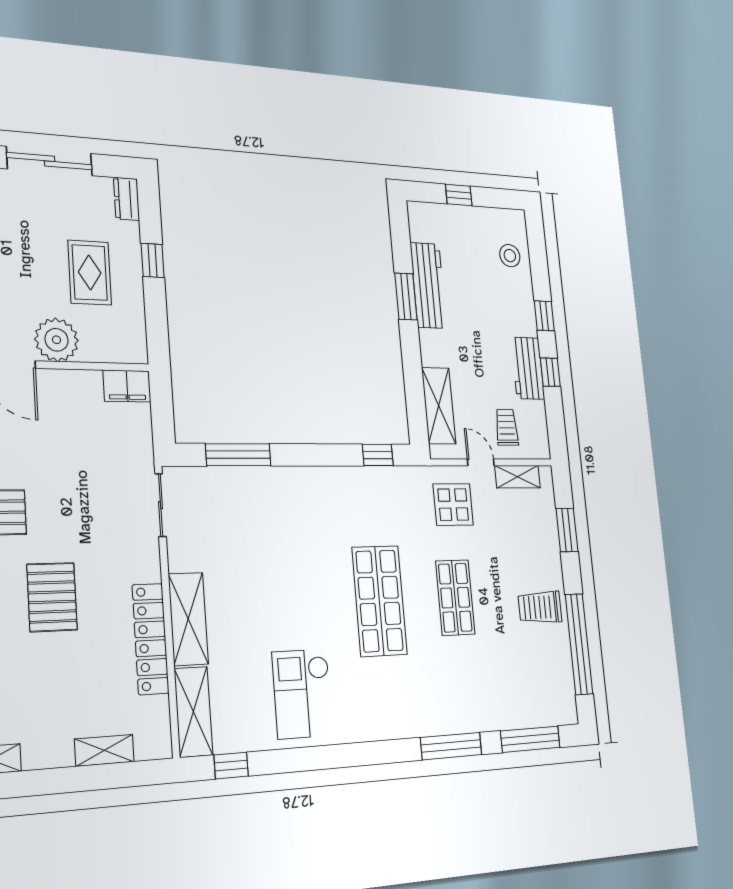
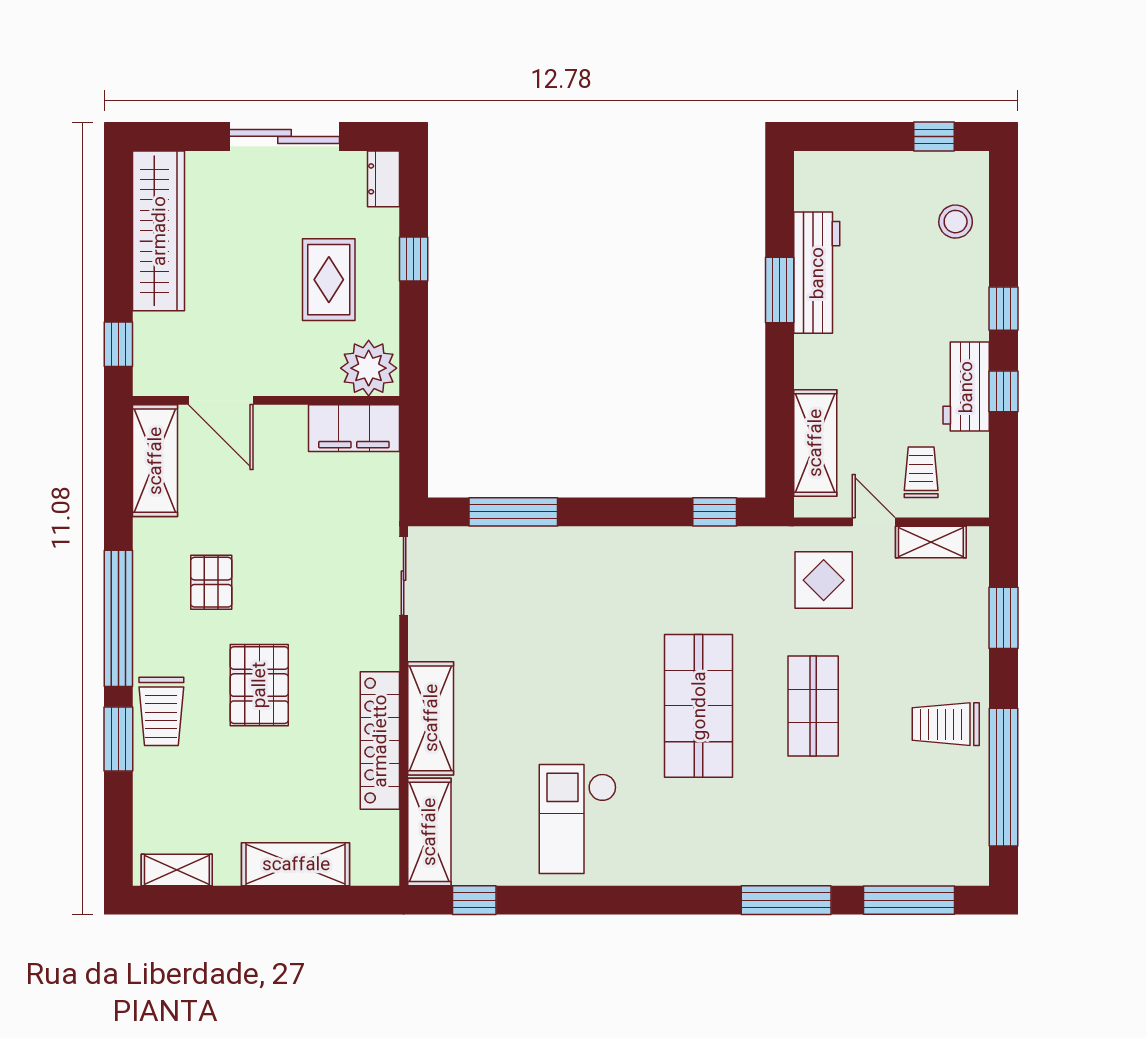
window: (459, 195) -> (934, 136), moved
plant: (57, 340) -> (369, 368), moved
filing cabinet: (127, 386) -> (354, 428), width x1.50, depth x1.17
shelving: (104, 750) -> (296, 864), width x1.50, depth x1.33

